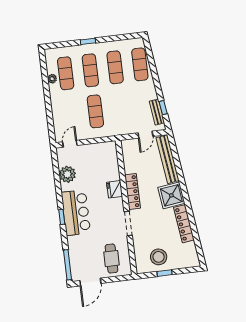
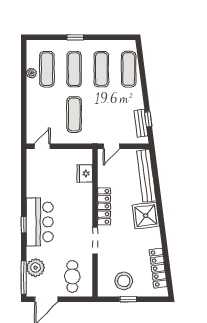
door: (145, 135) -> (111, 146), moved
plant: (67, 174) -> (35, 268), moved
fridge: (115, 189) -> (85, 174), moved
locker: (184, 224) -> (158, 268), moved

